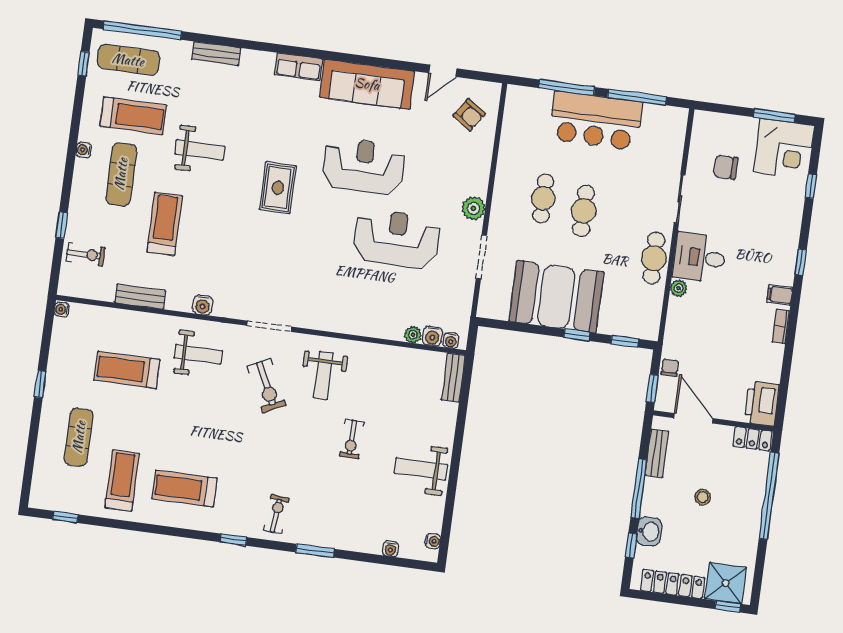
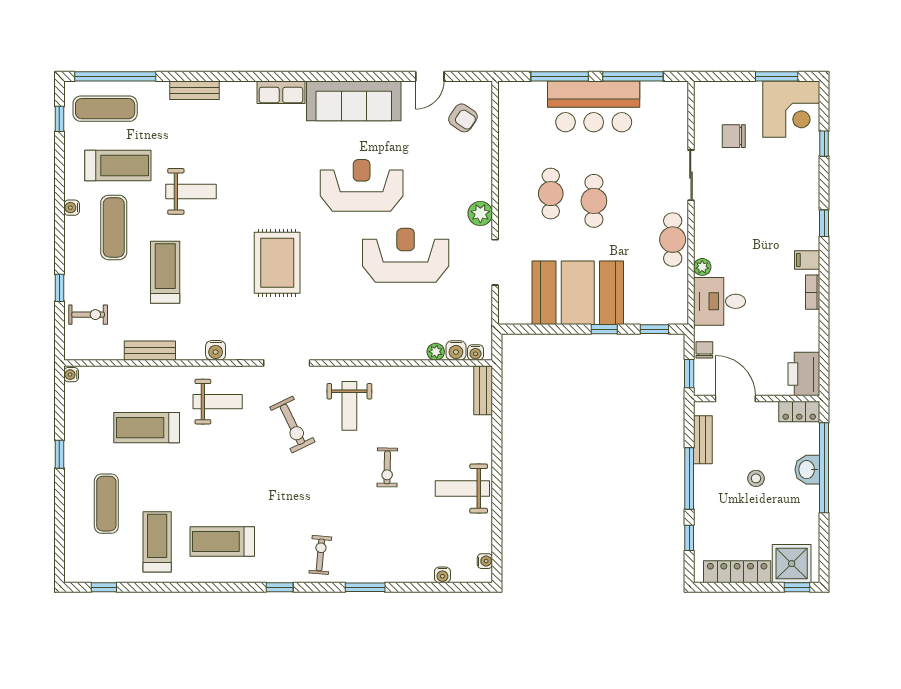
rug: (278, 188) -> (277, 263), moved, width x1.36, depth x1.43
desk: (700, 258) -> (720, 301), moved
washbasin: (649, 531) -> (807, 470), moved, turned 180

